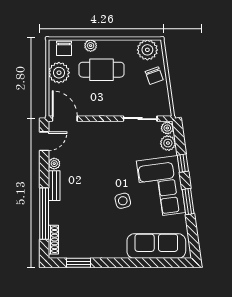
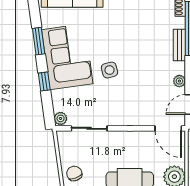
plant: (168, 143) -> (60, 103), removed
bench: (54, 186) -> (179, 45), moved
side table: (123, 201) -> (110, 70), moved

